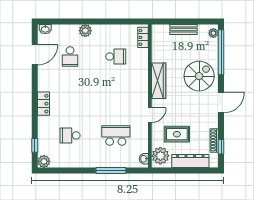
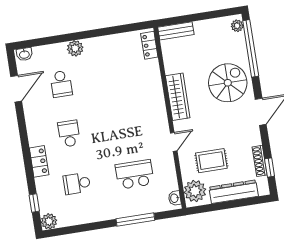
bench: (183, 30) -> (176, 31), moved
school desk: (116, 56) -> (69, 134), moved, turned -90
locker: (44, 104) -> (39, 161), moved

